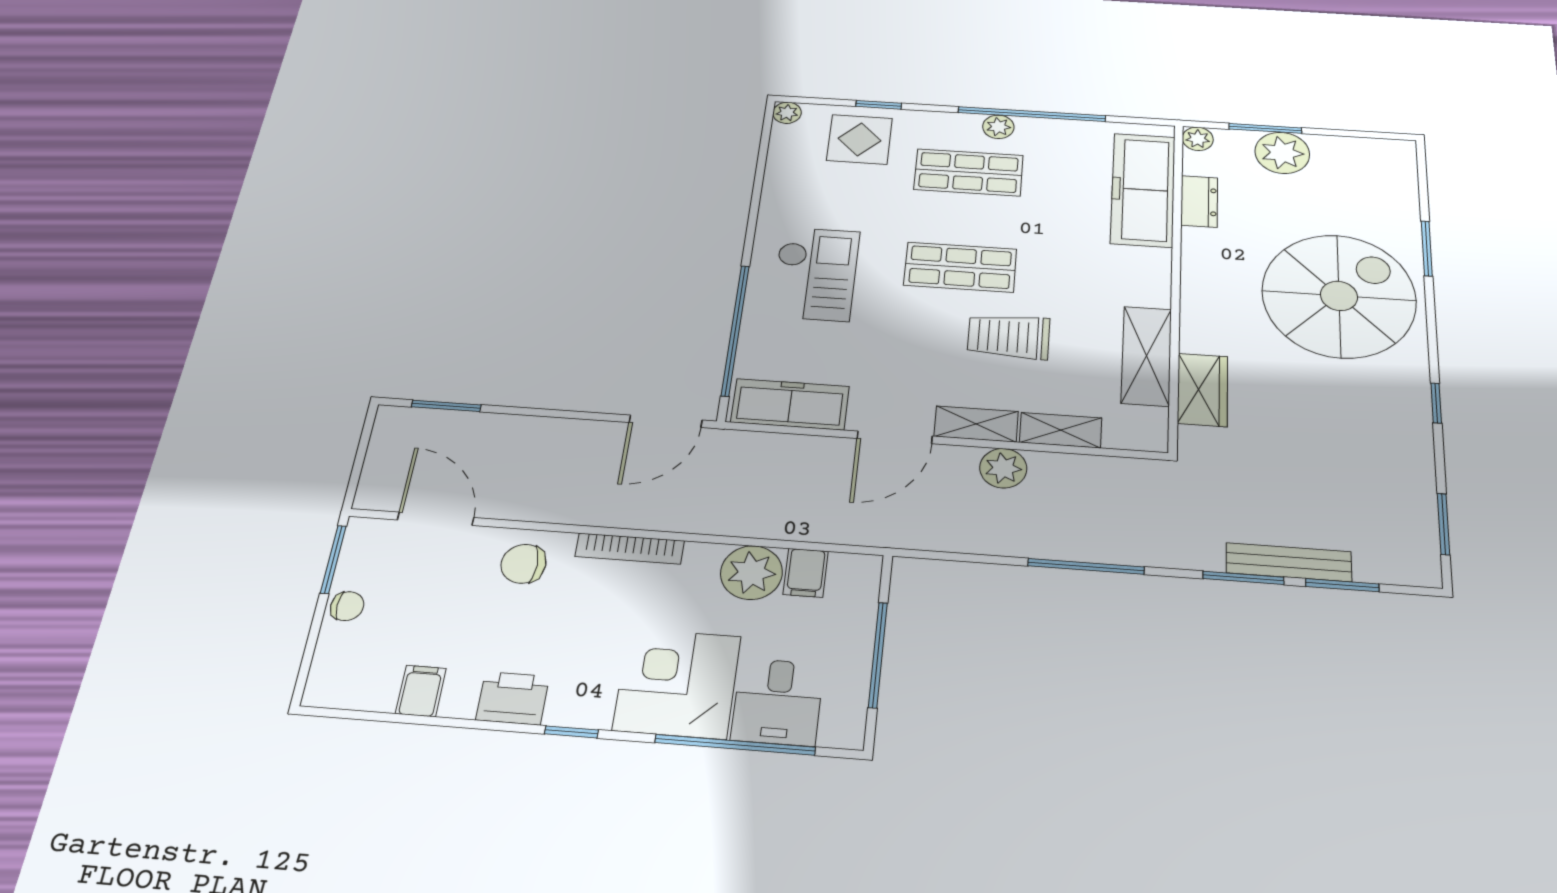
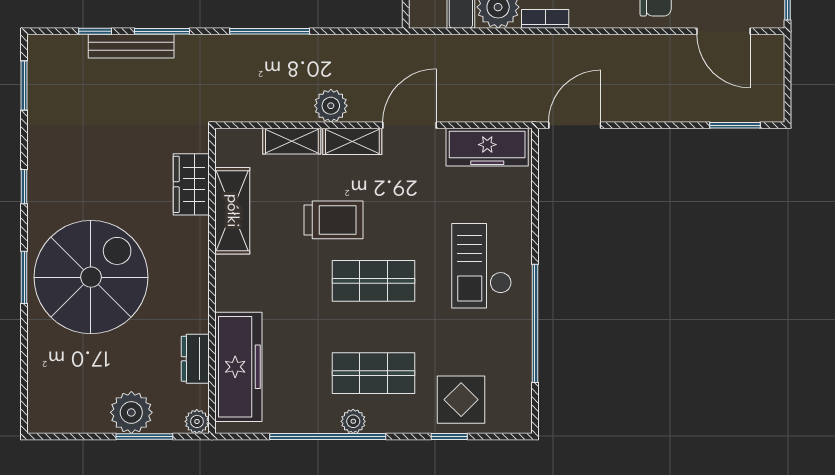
plant: (787, 113) -> (521, 422), removed
window: (1427, 248) -> (24, 277), moved
spiral stairs: (1339, 296) -> (91, 277), turned 180
window: (735, 330) -> (535, 323), moved
bookcase: (630, 549) -> (545, 19), moved, width x0.64
window: (1342, 585) -> (95, 31), width x0.67

